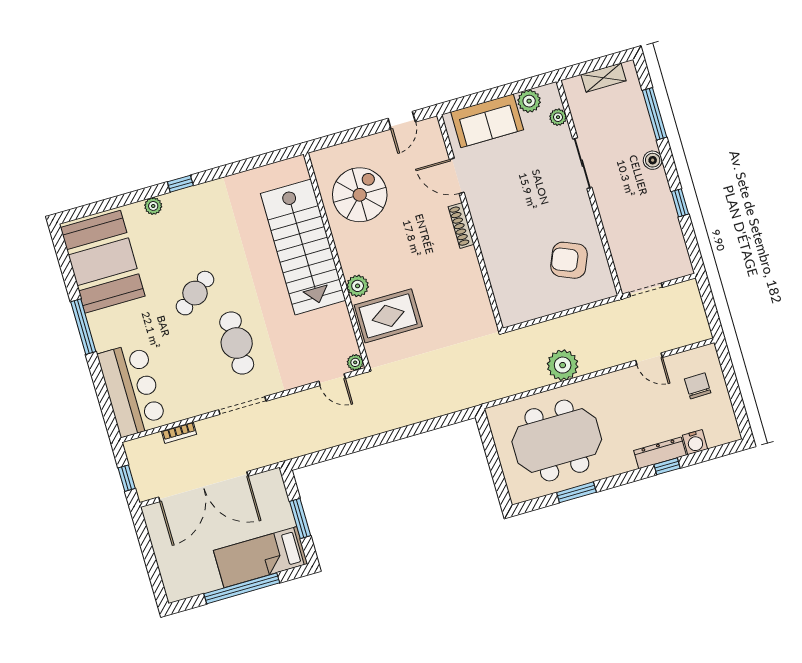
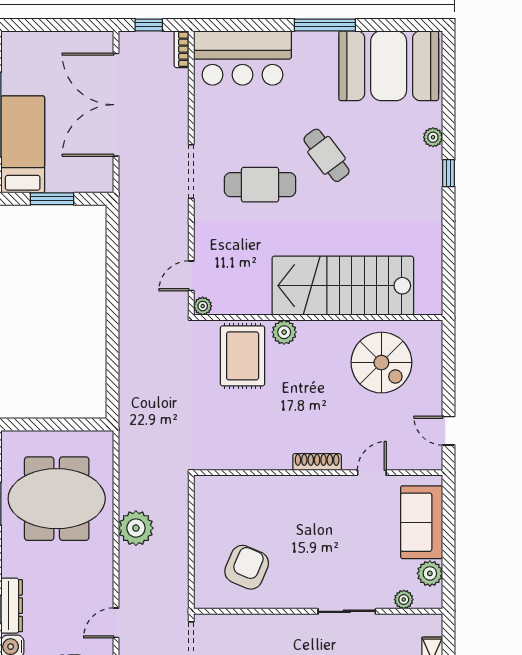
door: (457, 176) -> (372, 473), width x0.73
bookcase: (179, 433) -> (182, 49), moved
meeting table: (557, 441) -> (57, 499), turned 90

